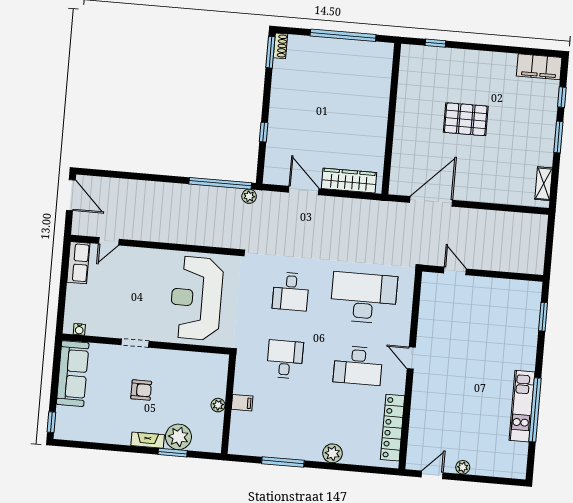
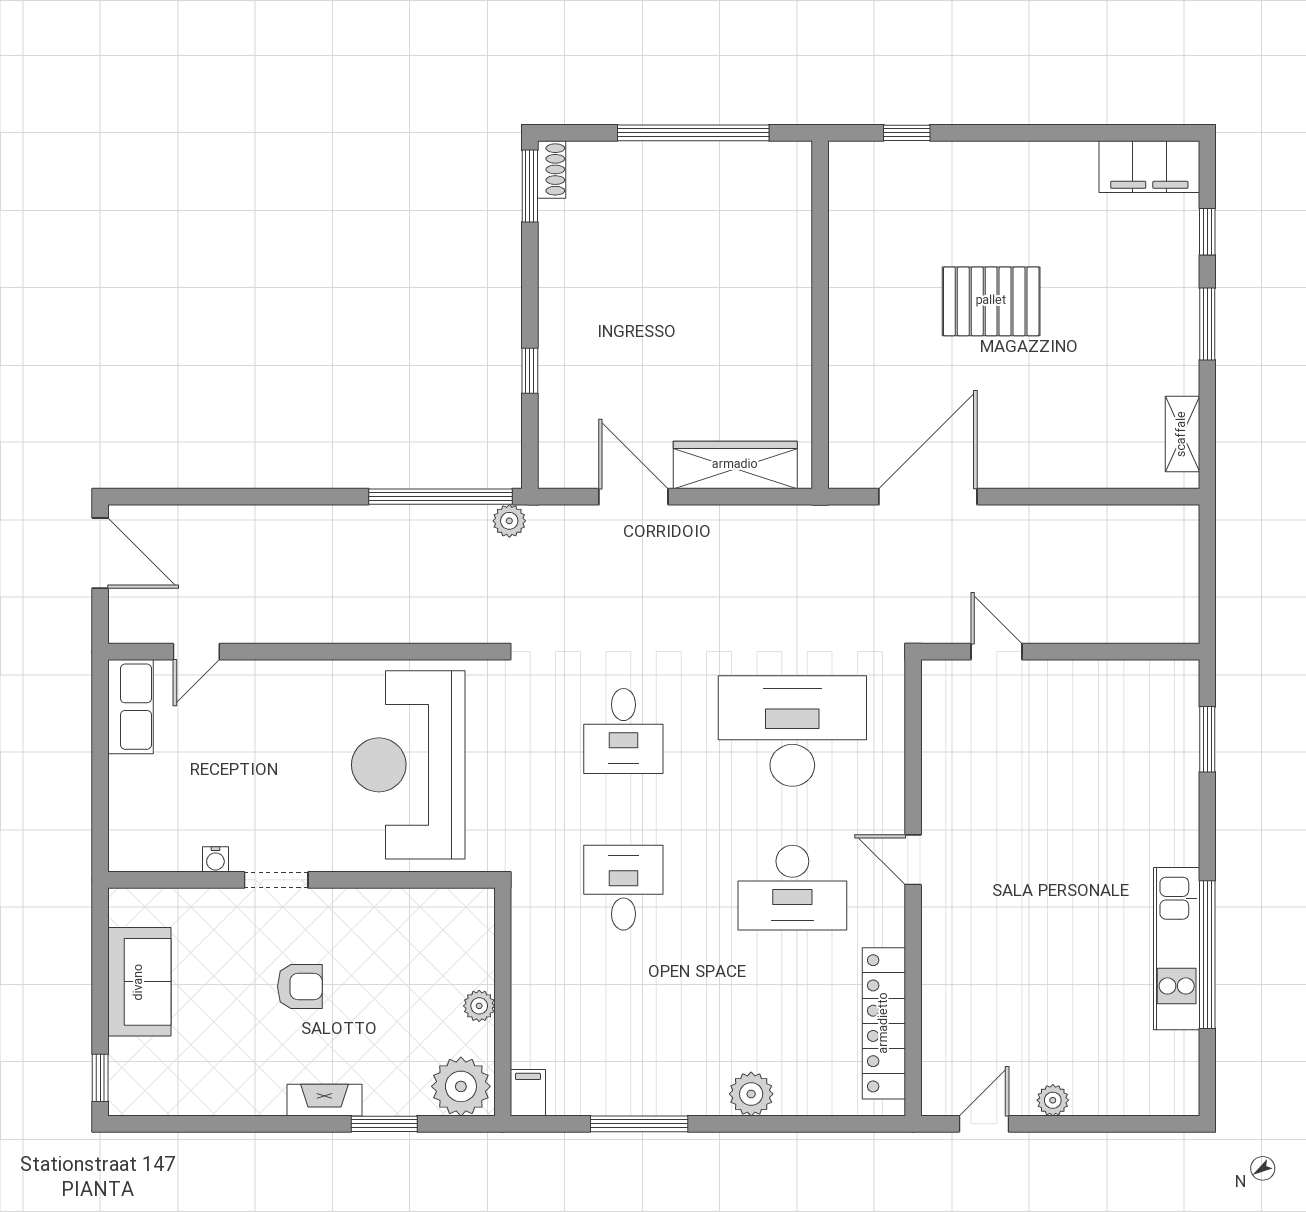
water cooler: (79, 329) -> (215, 859), moved
sofa: (73, 374) -> (139, 982), width x0.73
filing cabinet: (242, 403) -> (528, 1093), moved, turned -90
plant: (178, 437) -> (461, 1086), moved

